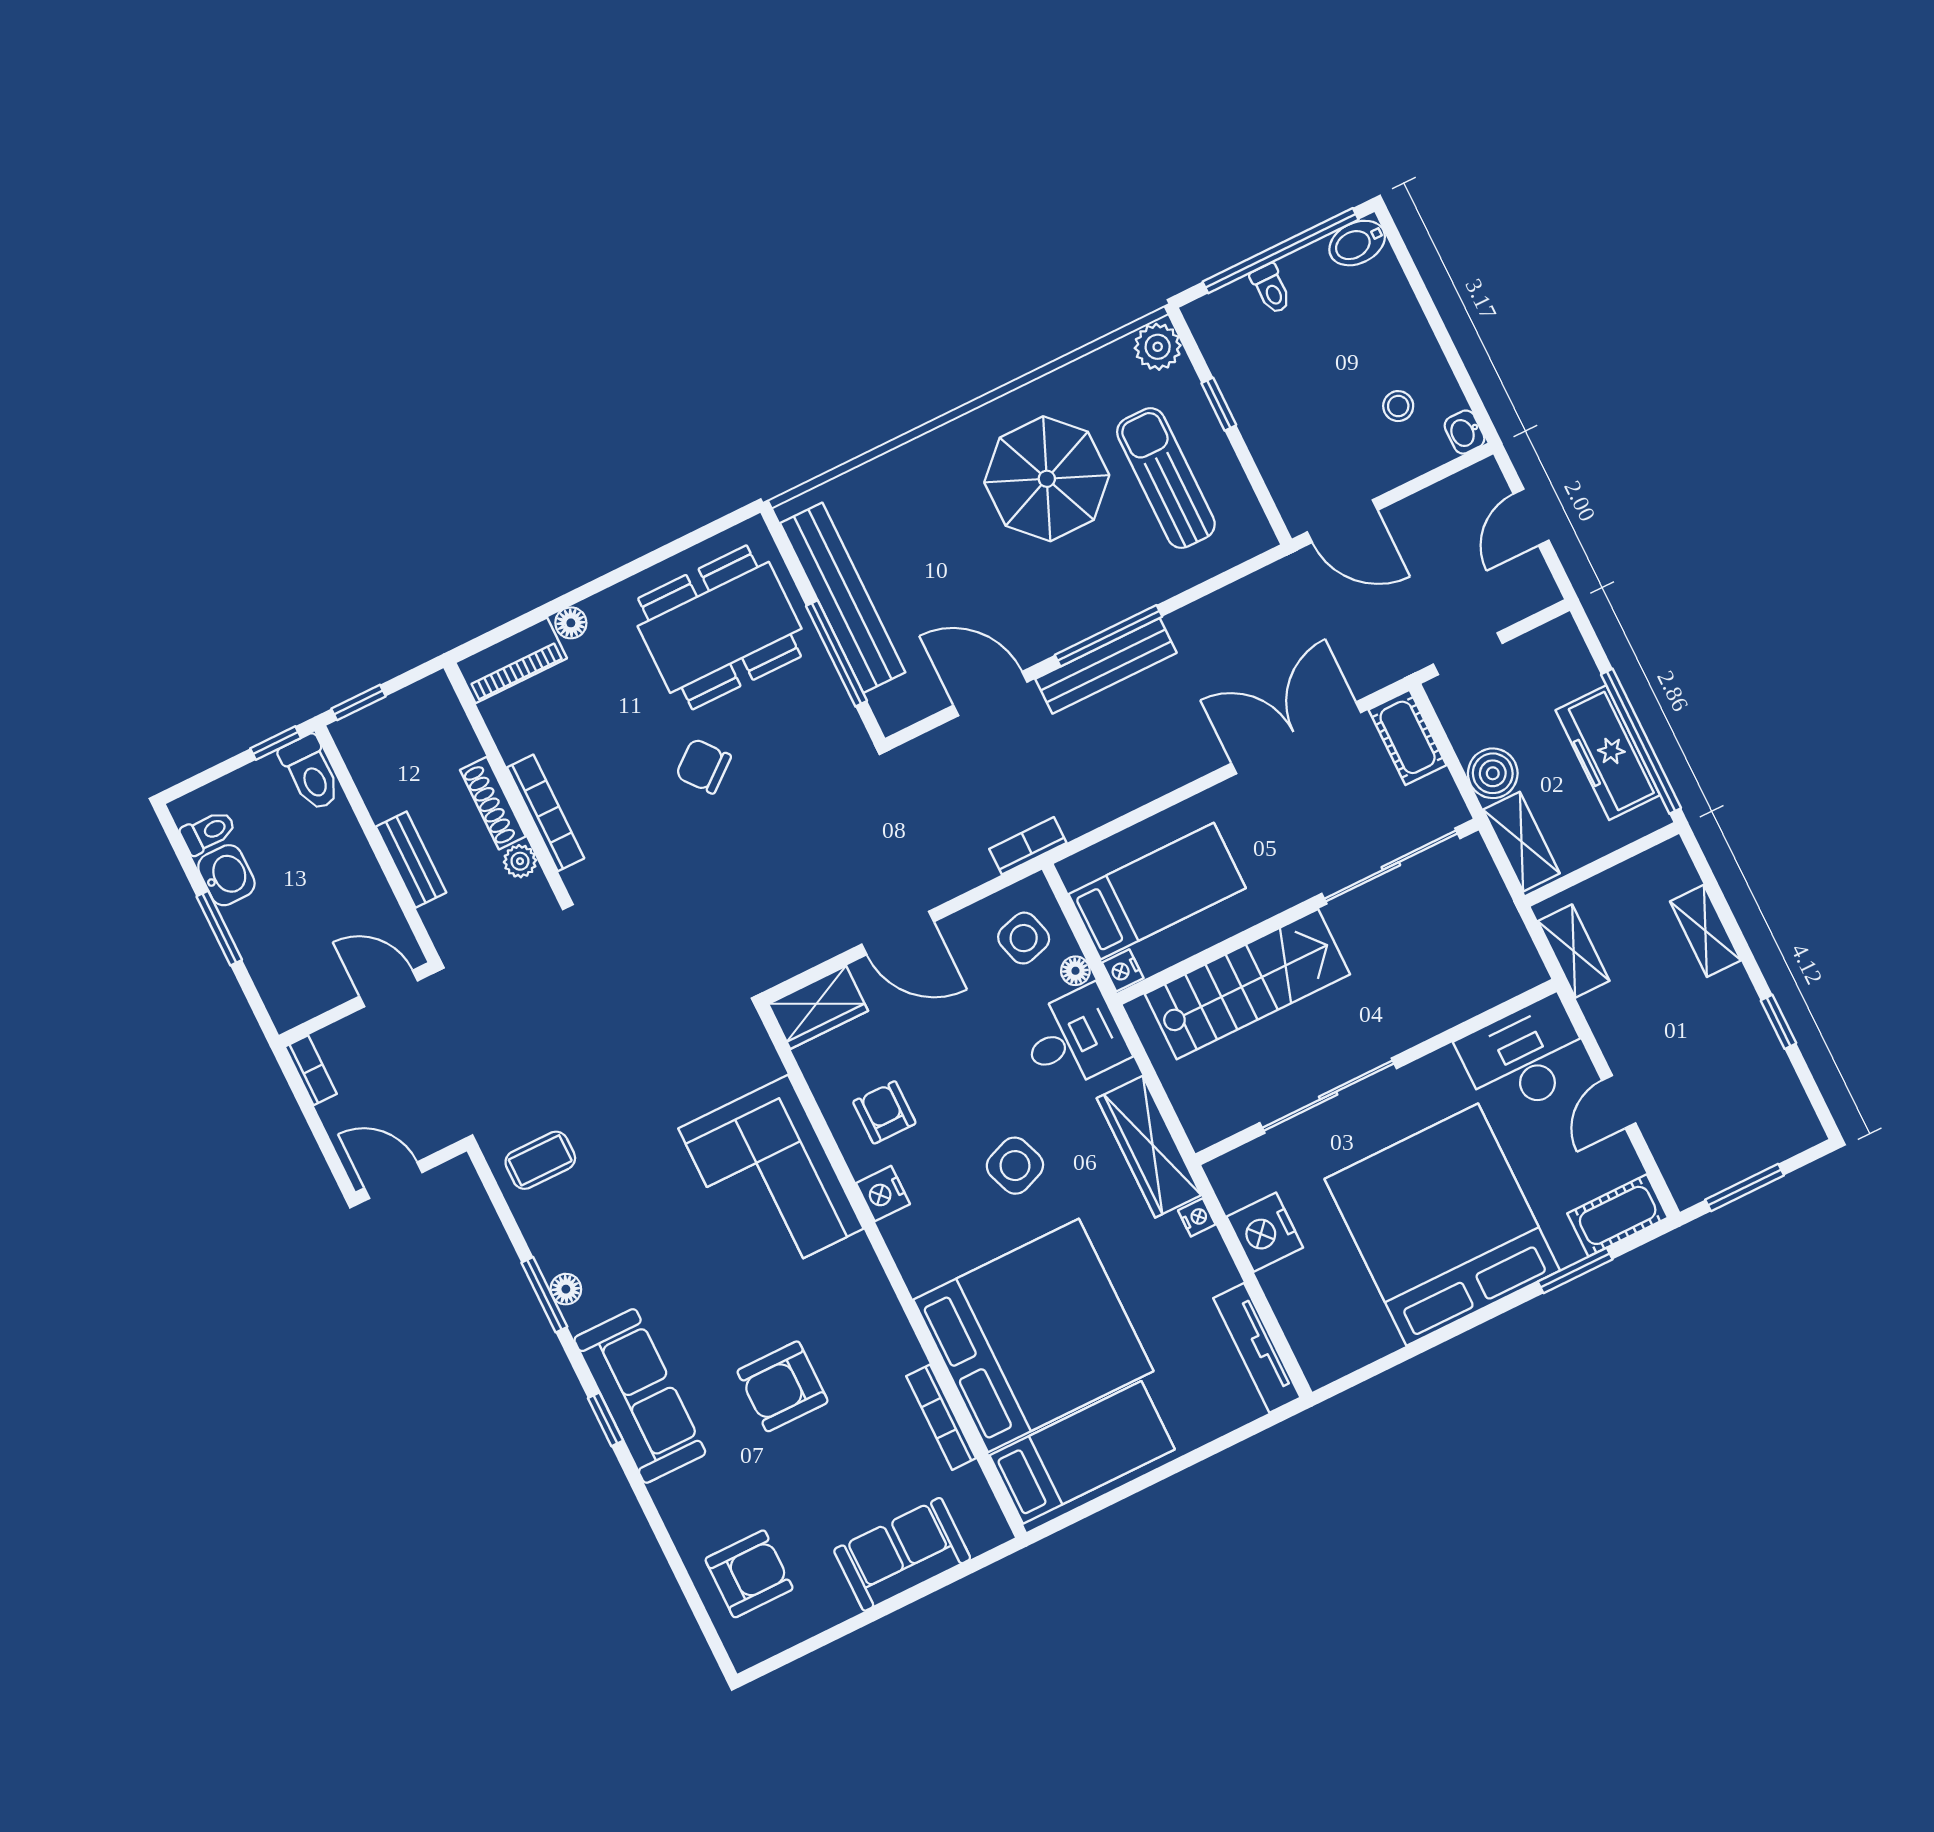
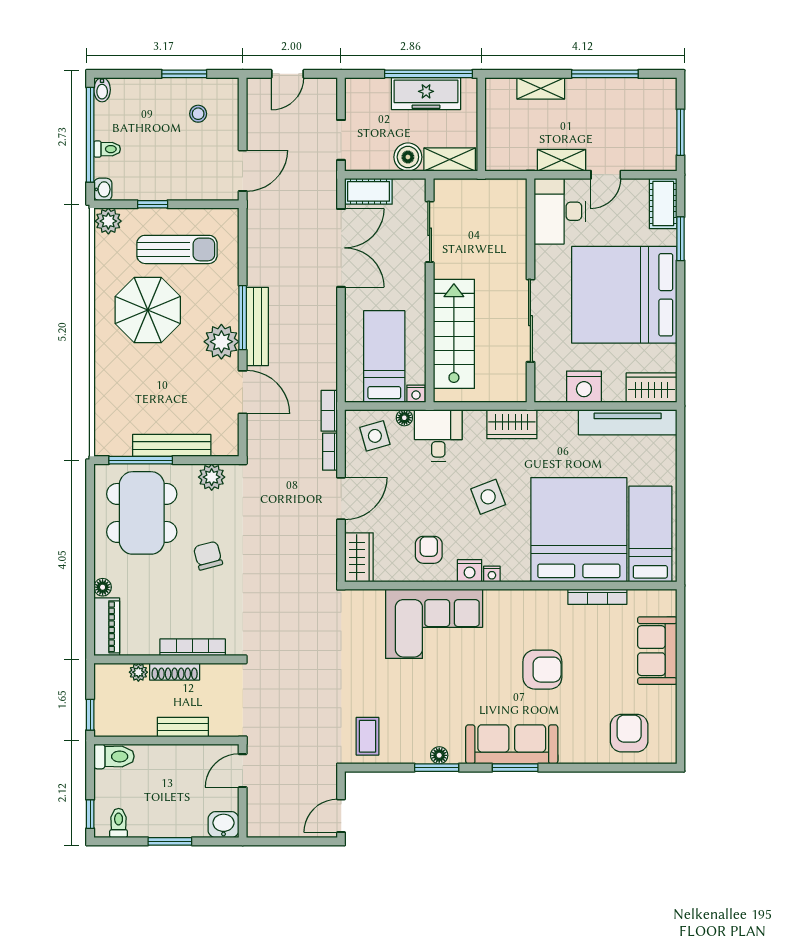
bidet: (1357, 243) -> (102, 90), width x0.72, depth x0.74
window: (1451, 353) -> (184, 74), added
washbasin: (1465, 432) -> (103, 189), moved, turned -90
sun lounger: (1166, 478) -> (177, 249), turned 180
door: (1531, 517) -> (288, 74), hinge flipped
bench: (843, 598) -> (172, 445), width x0.73, depth x0.82
plant: (1054, 621) -> (221, 342), added
window: (836, 653) -> (141, 460), moved
door: (990, 694) -> (243, 392), swing flipped
plant: (831, 711) -> (212, 477), added
double door: (1296, 738) -> (341, 248), swing flipped
window: (276, 743) -> (90, 814), moved
chair: (703, 766) -> (208, 556), turned 114
plant: (520, 861) -> (138, 672), moved
sliding door: (1391, 866) -> (430, 232), width x0.73
washbasin: (226, 875) -> (223, 825), moved
shelving: (1574, 951) -> (561, 160), moved
window: (1778, 1022) -> (605, 74), width x2.17
bookcase: (311, 1070) -> (330, 452), moved, turned -90
door: (1619, 1102) -> (606, 175), hinge flipped
armchair: (884, 1112) -> (429, 550), turned 90
wardrobe: (1149, 1147) -> (512, 424), width x0.67
nightstand: (1197, 1217) -> (492, 574), moved, turned 180
wardrobe: (1316, 1340) -> (652, 388), added
tv unit: (1257, 1348) -> (628, 422), width x1.36, depth x1.29
armchair: (783, 1386) -> (542, 670), turned -90
window: (605, 1419) -> (515, 768), width x1.50

